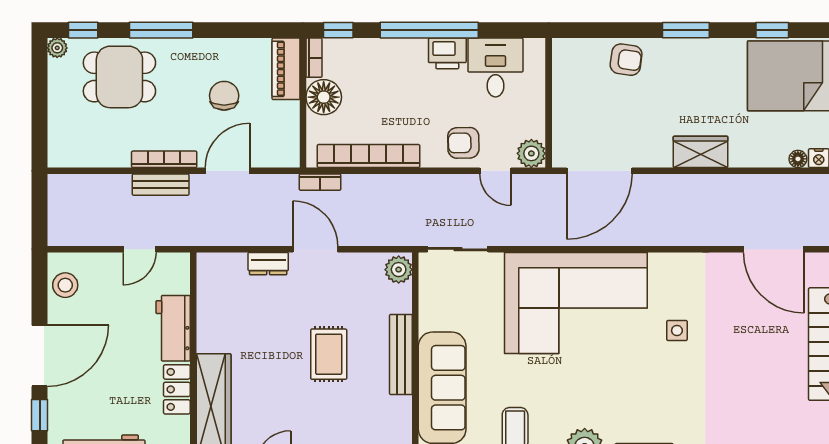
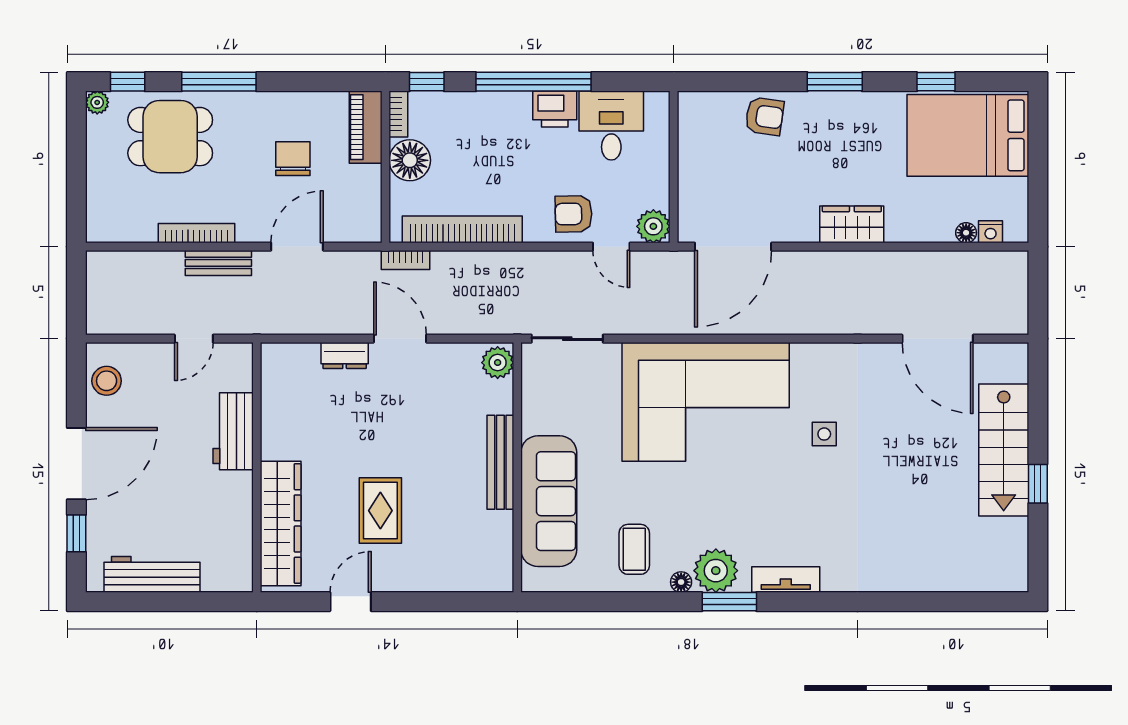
bookcase: (164, 159) -> (196, 233), moved
rug: (329, 354) -> (380, 511), moved
locker: (177, 389) -> (237, 503), removed

